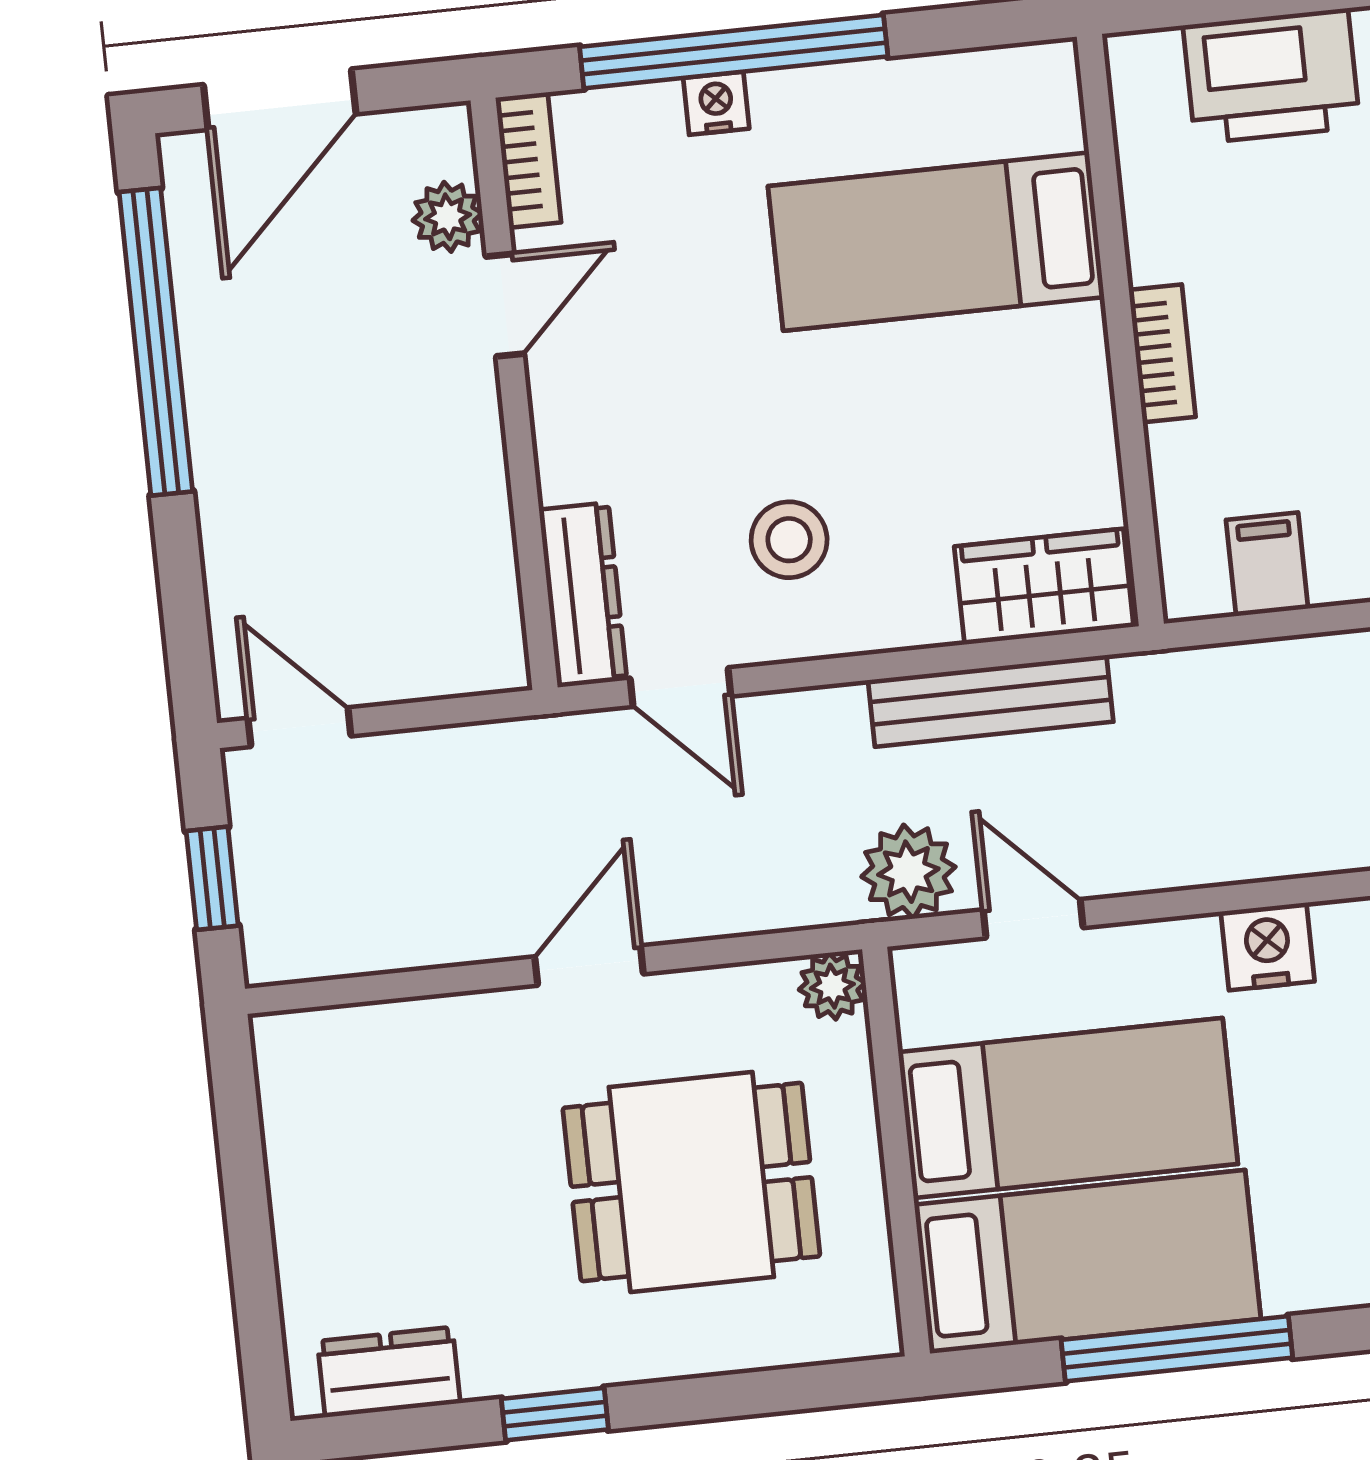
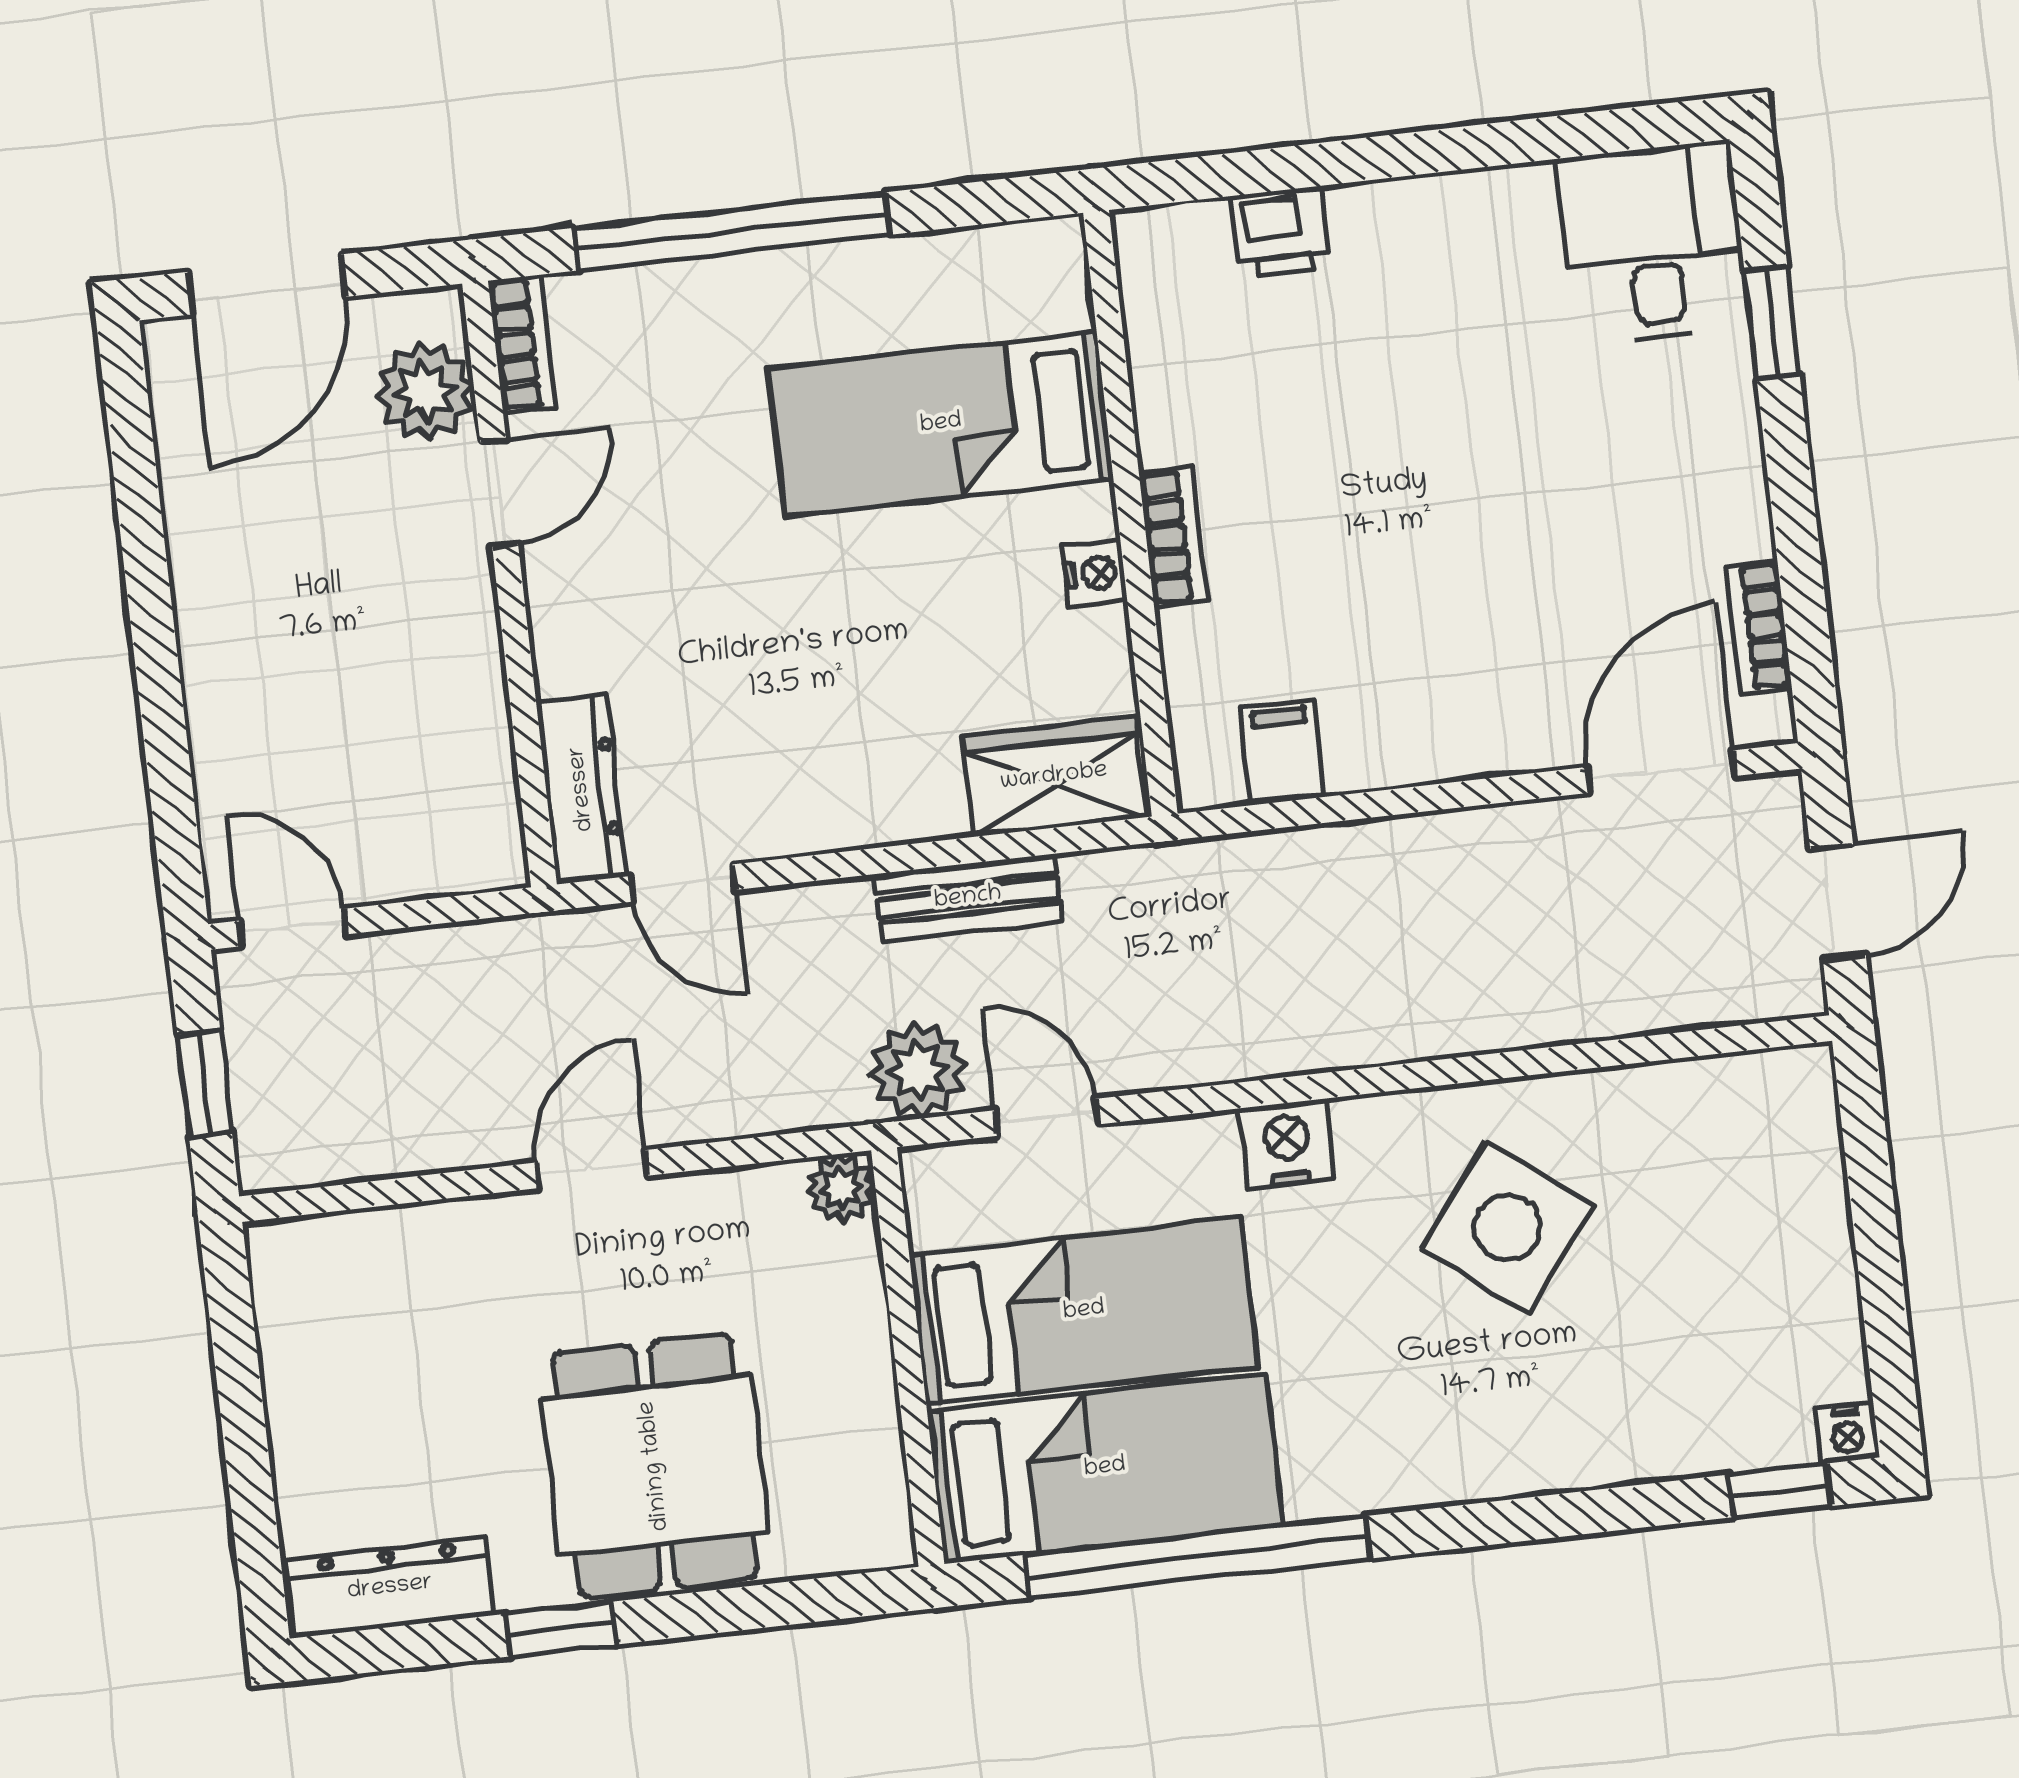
printer: (1272, 76) -> (1281, 232), width x0.53, depth x0.68
nightstand: (716, 103) -> (1095, 573), moved, turned 90
plant: (448, 217) -> (425, 391), width x1.38, depth x1.38
window: (156, 342) -> (142, 534), removed
stool: (789, 540) -> (793, 731), removed
bench: (991, 701) -> (968, 898), width x0.73
dining table: (691, 1182) -> (655, 1466), moved, turned 90
window: (1177, 1349) -> (1197, 1557), width x1.46
dresser: (389, 1372) -> (390, 1588), width x1.44

